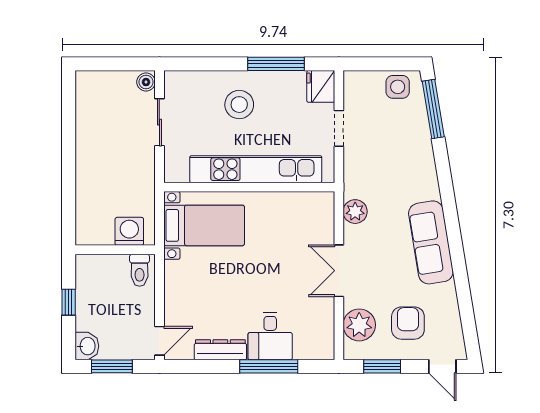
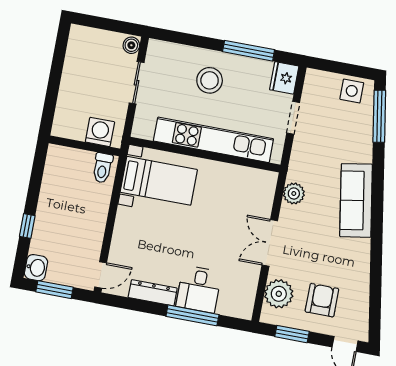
washing machine: (129, 231) -> (100, 132), moved
sofa: (431, 242) -> (356, 200), moved
wall: (115, 250) -> (84, 146), moved
toilet: (140, 270) -> (103, 168), moved

